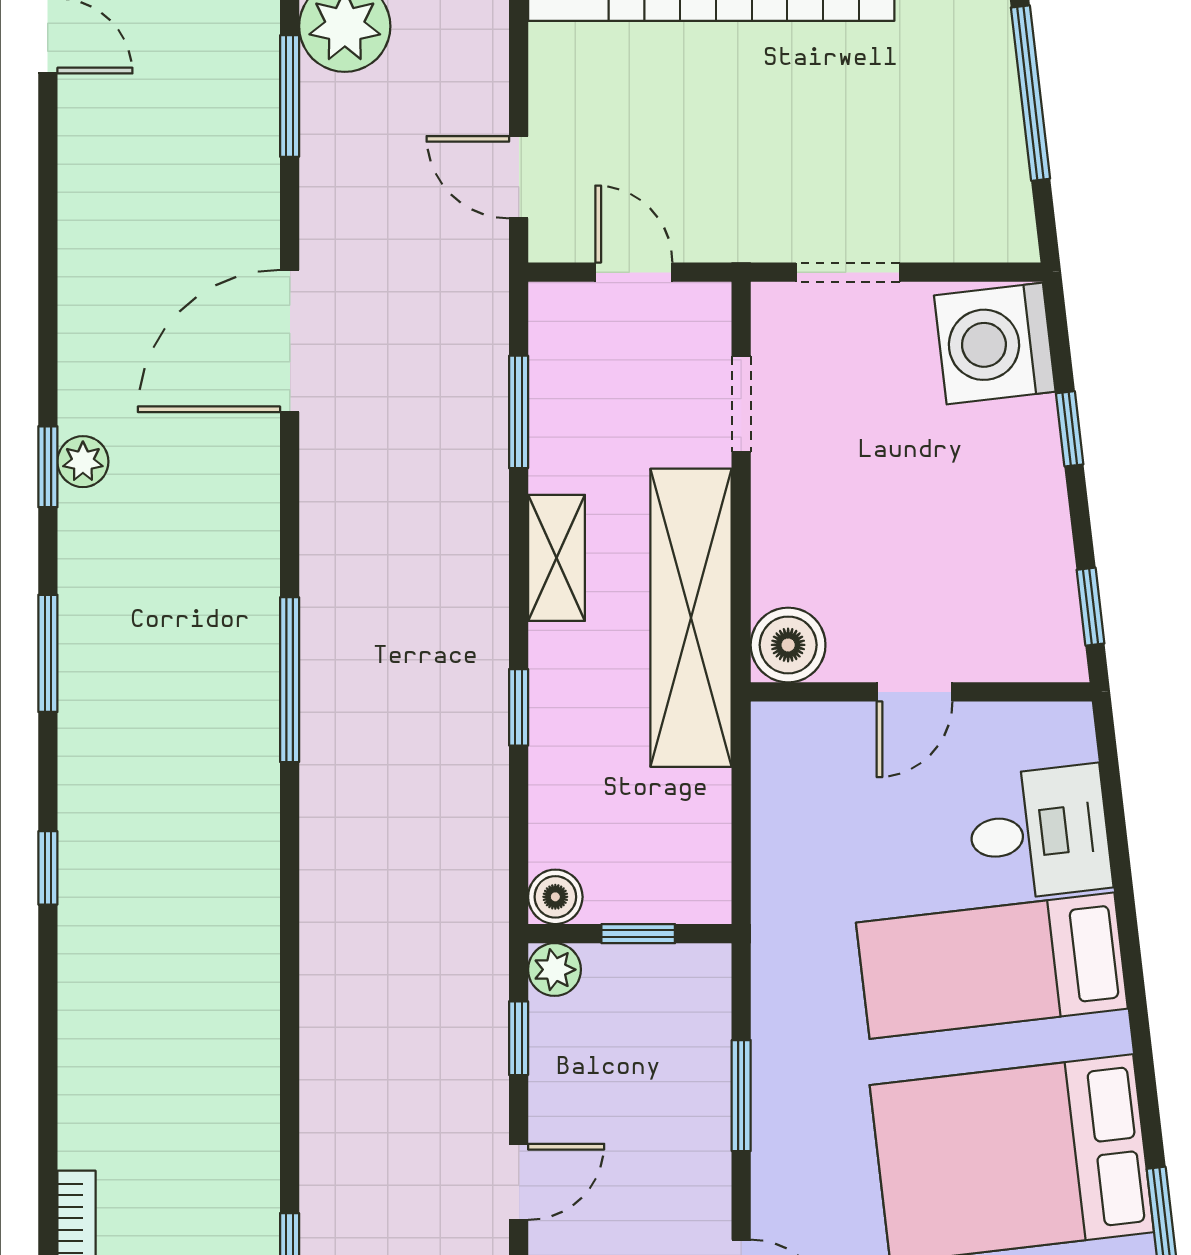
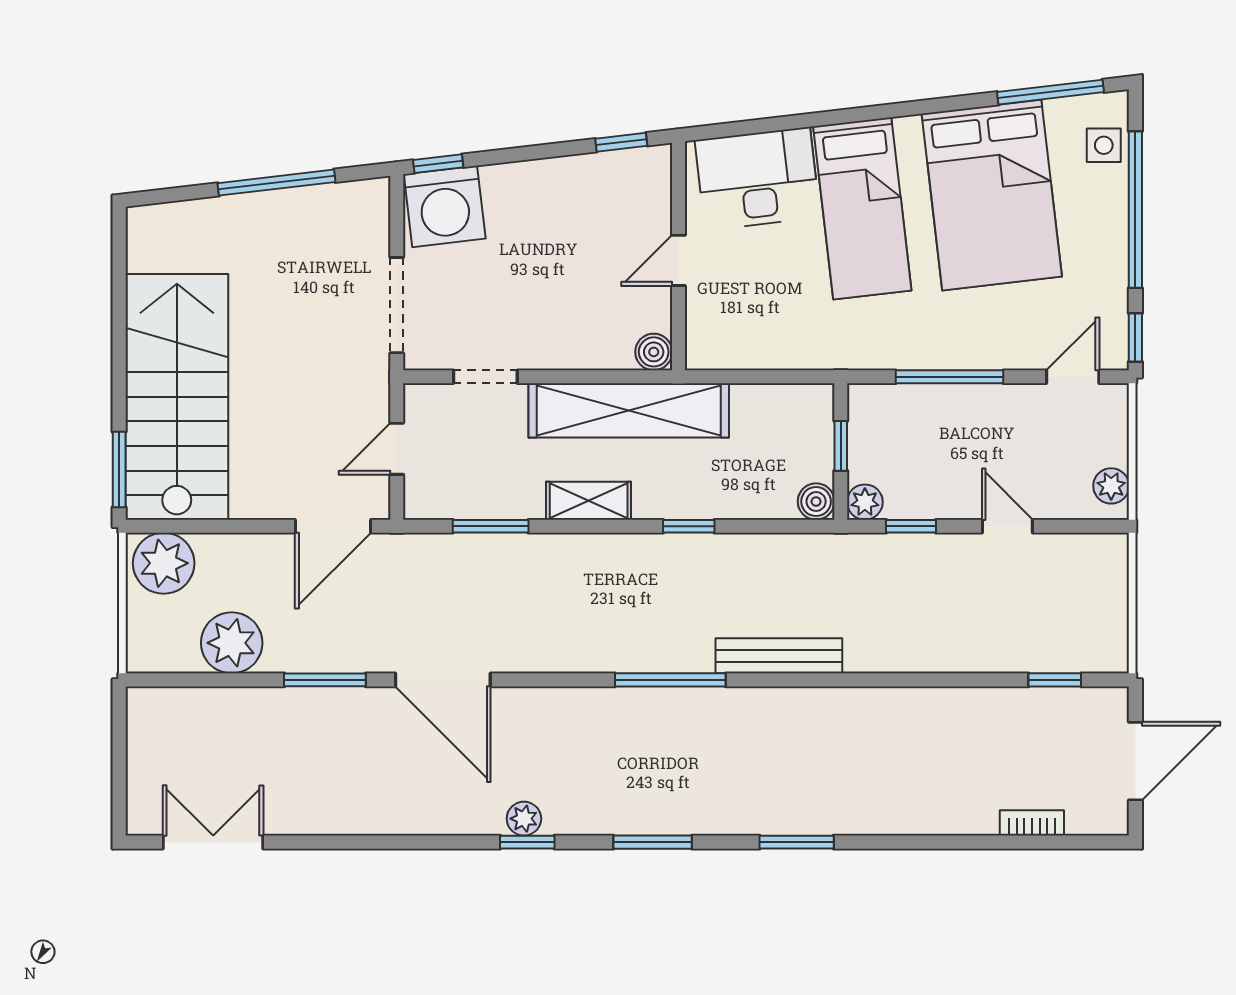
window: (290, 96) -> (325, 680), moved
door: (519, 177) -> (333, 526), width x1.38
doorway: (848, 272) -> (397, 305), width x1.38
window: (1070, 429) -> (438, 164), moved
boiler: (788, 645) -> (654, 352), width x0.73, depth x0.73
door: (915, 692) -> (678, 260), swing flipped
desk: (1039, 833) -> (757, 179), width x1.37
bench: (326, 841) -> (779, 656), added
window: (48, 868) -> (797, 842), width x1.50
window: (741, 1096) -> (949, 377), width x1.44

